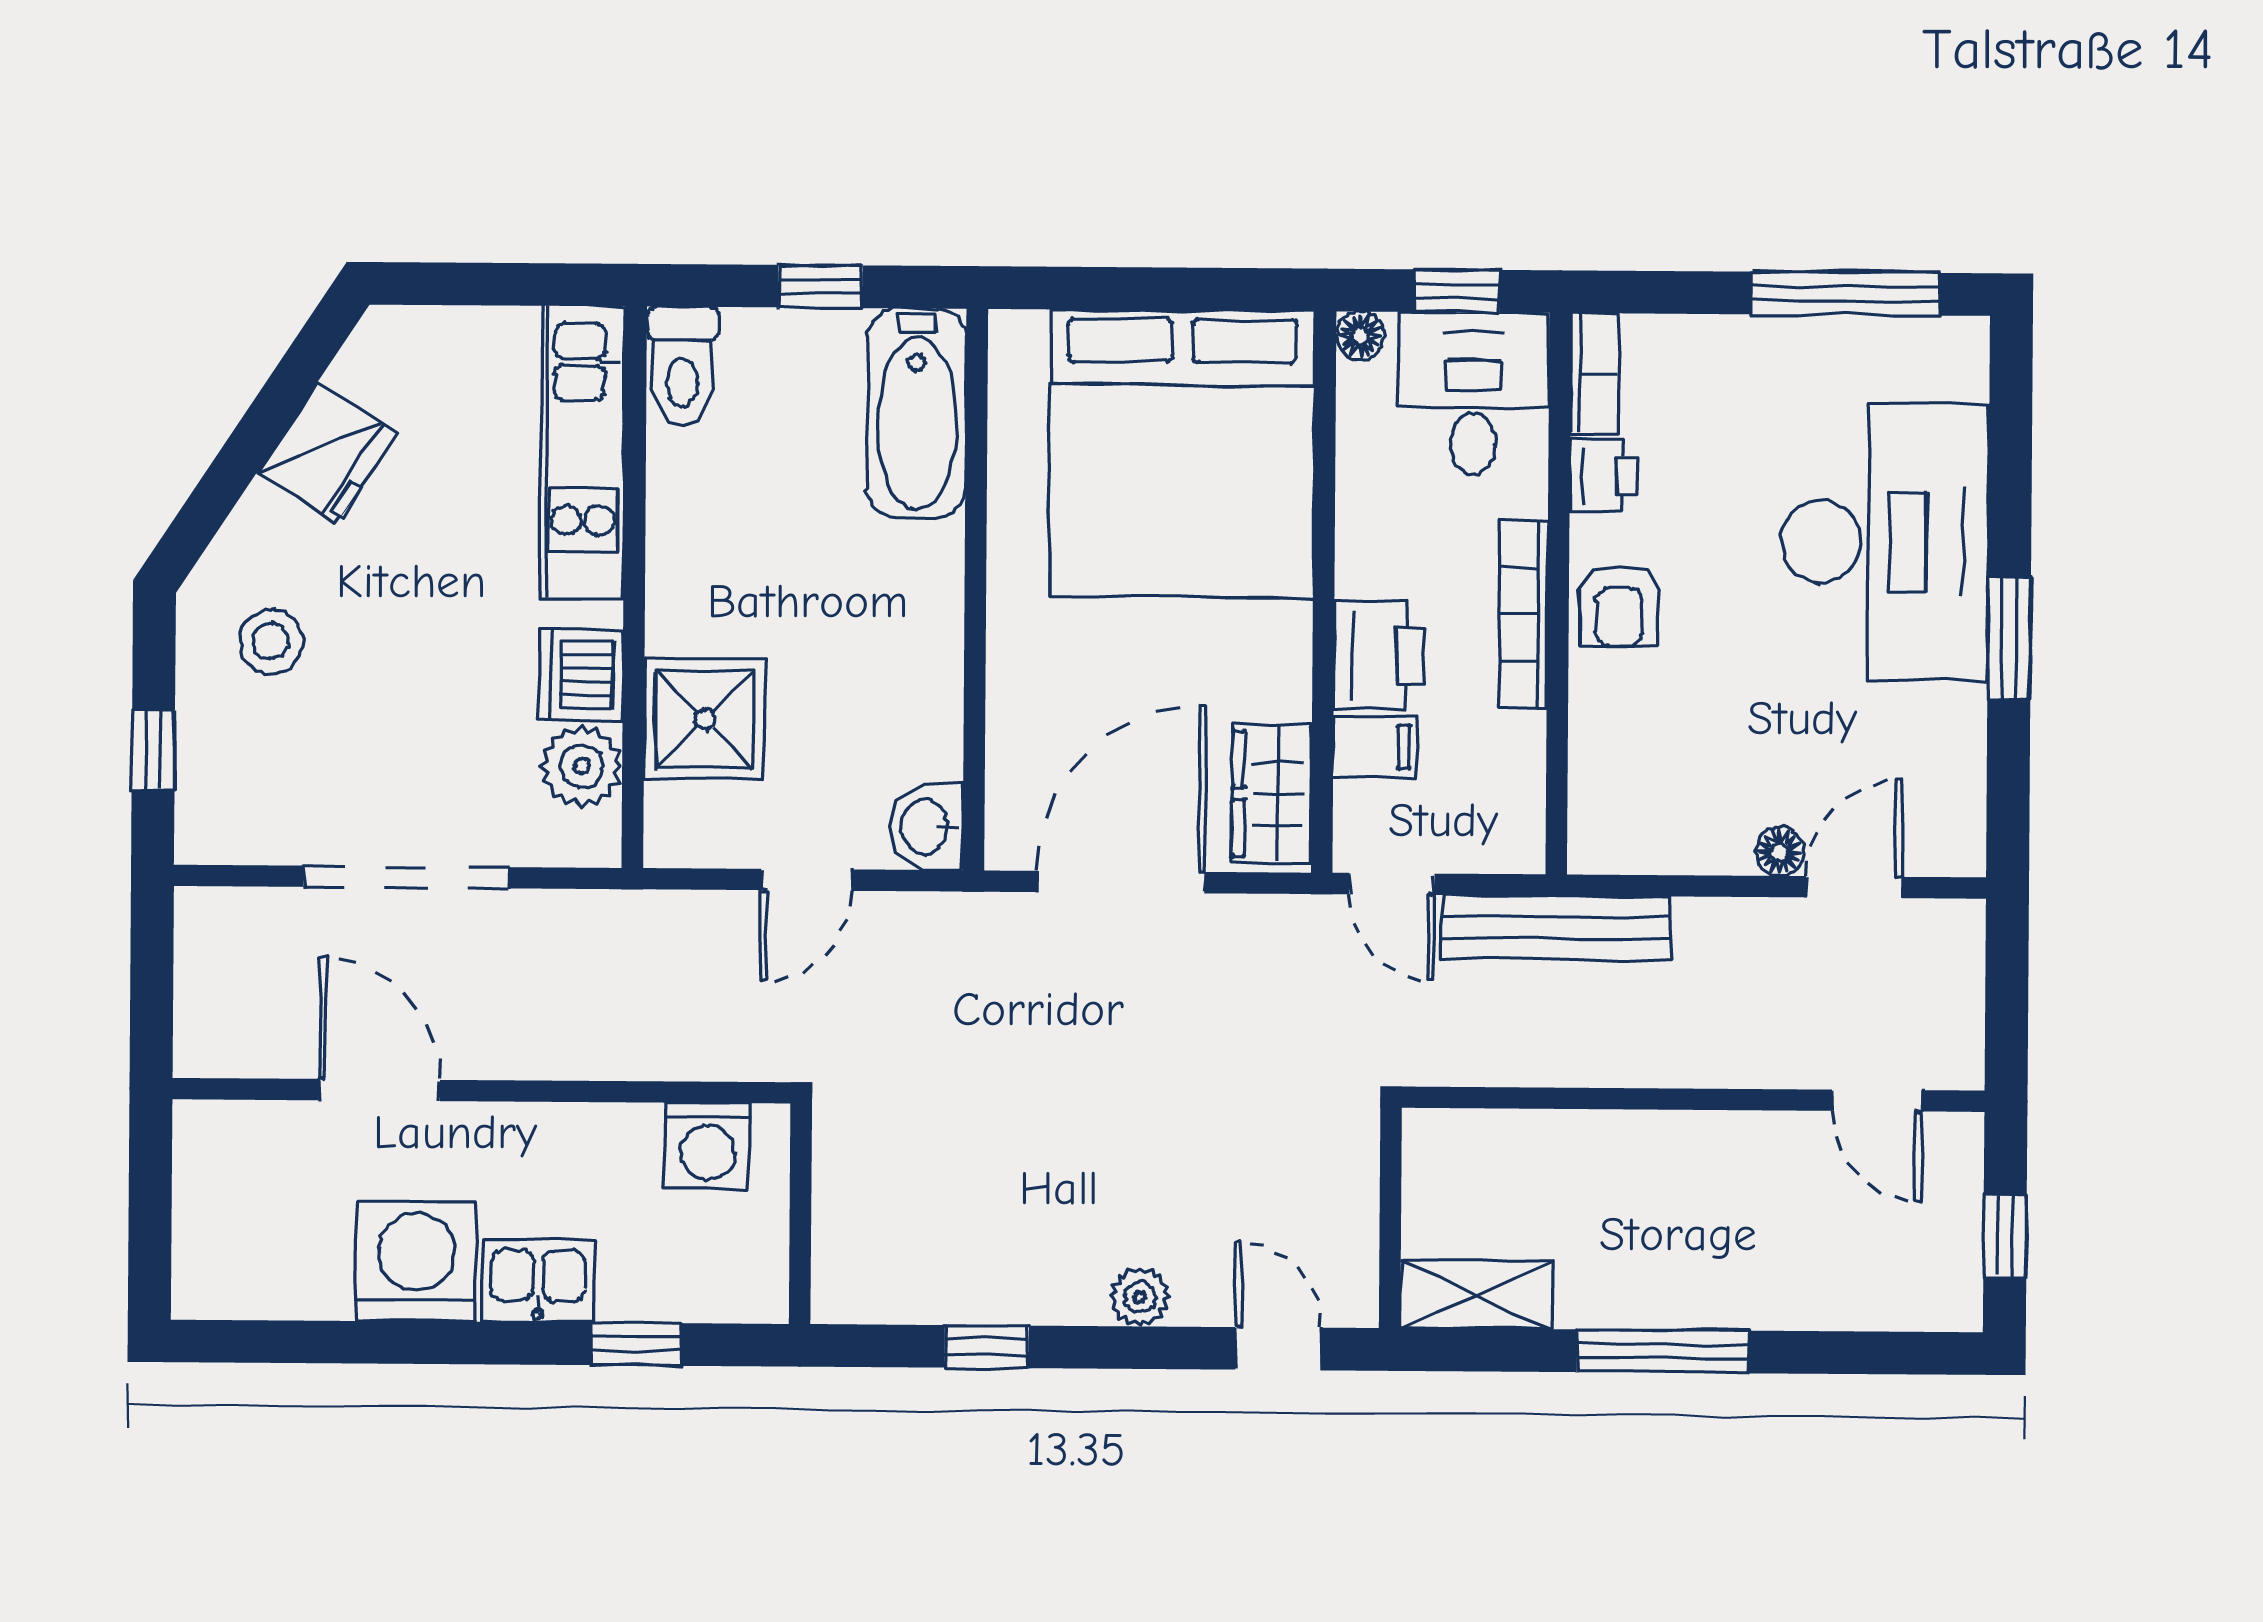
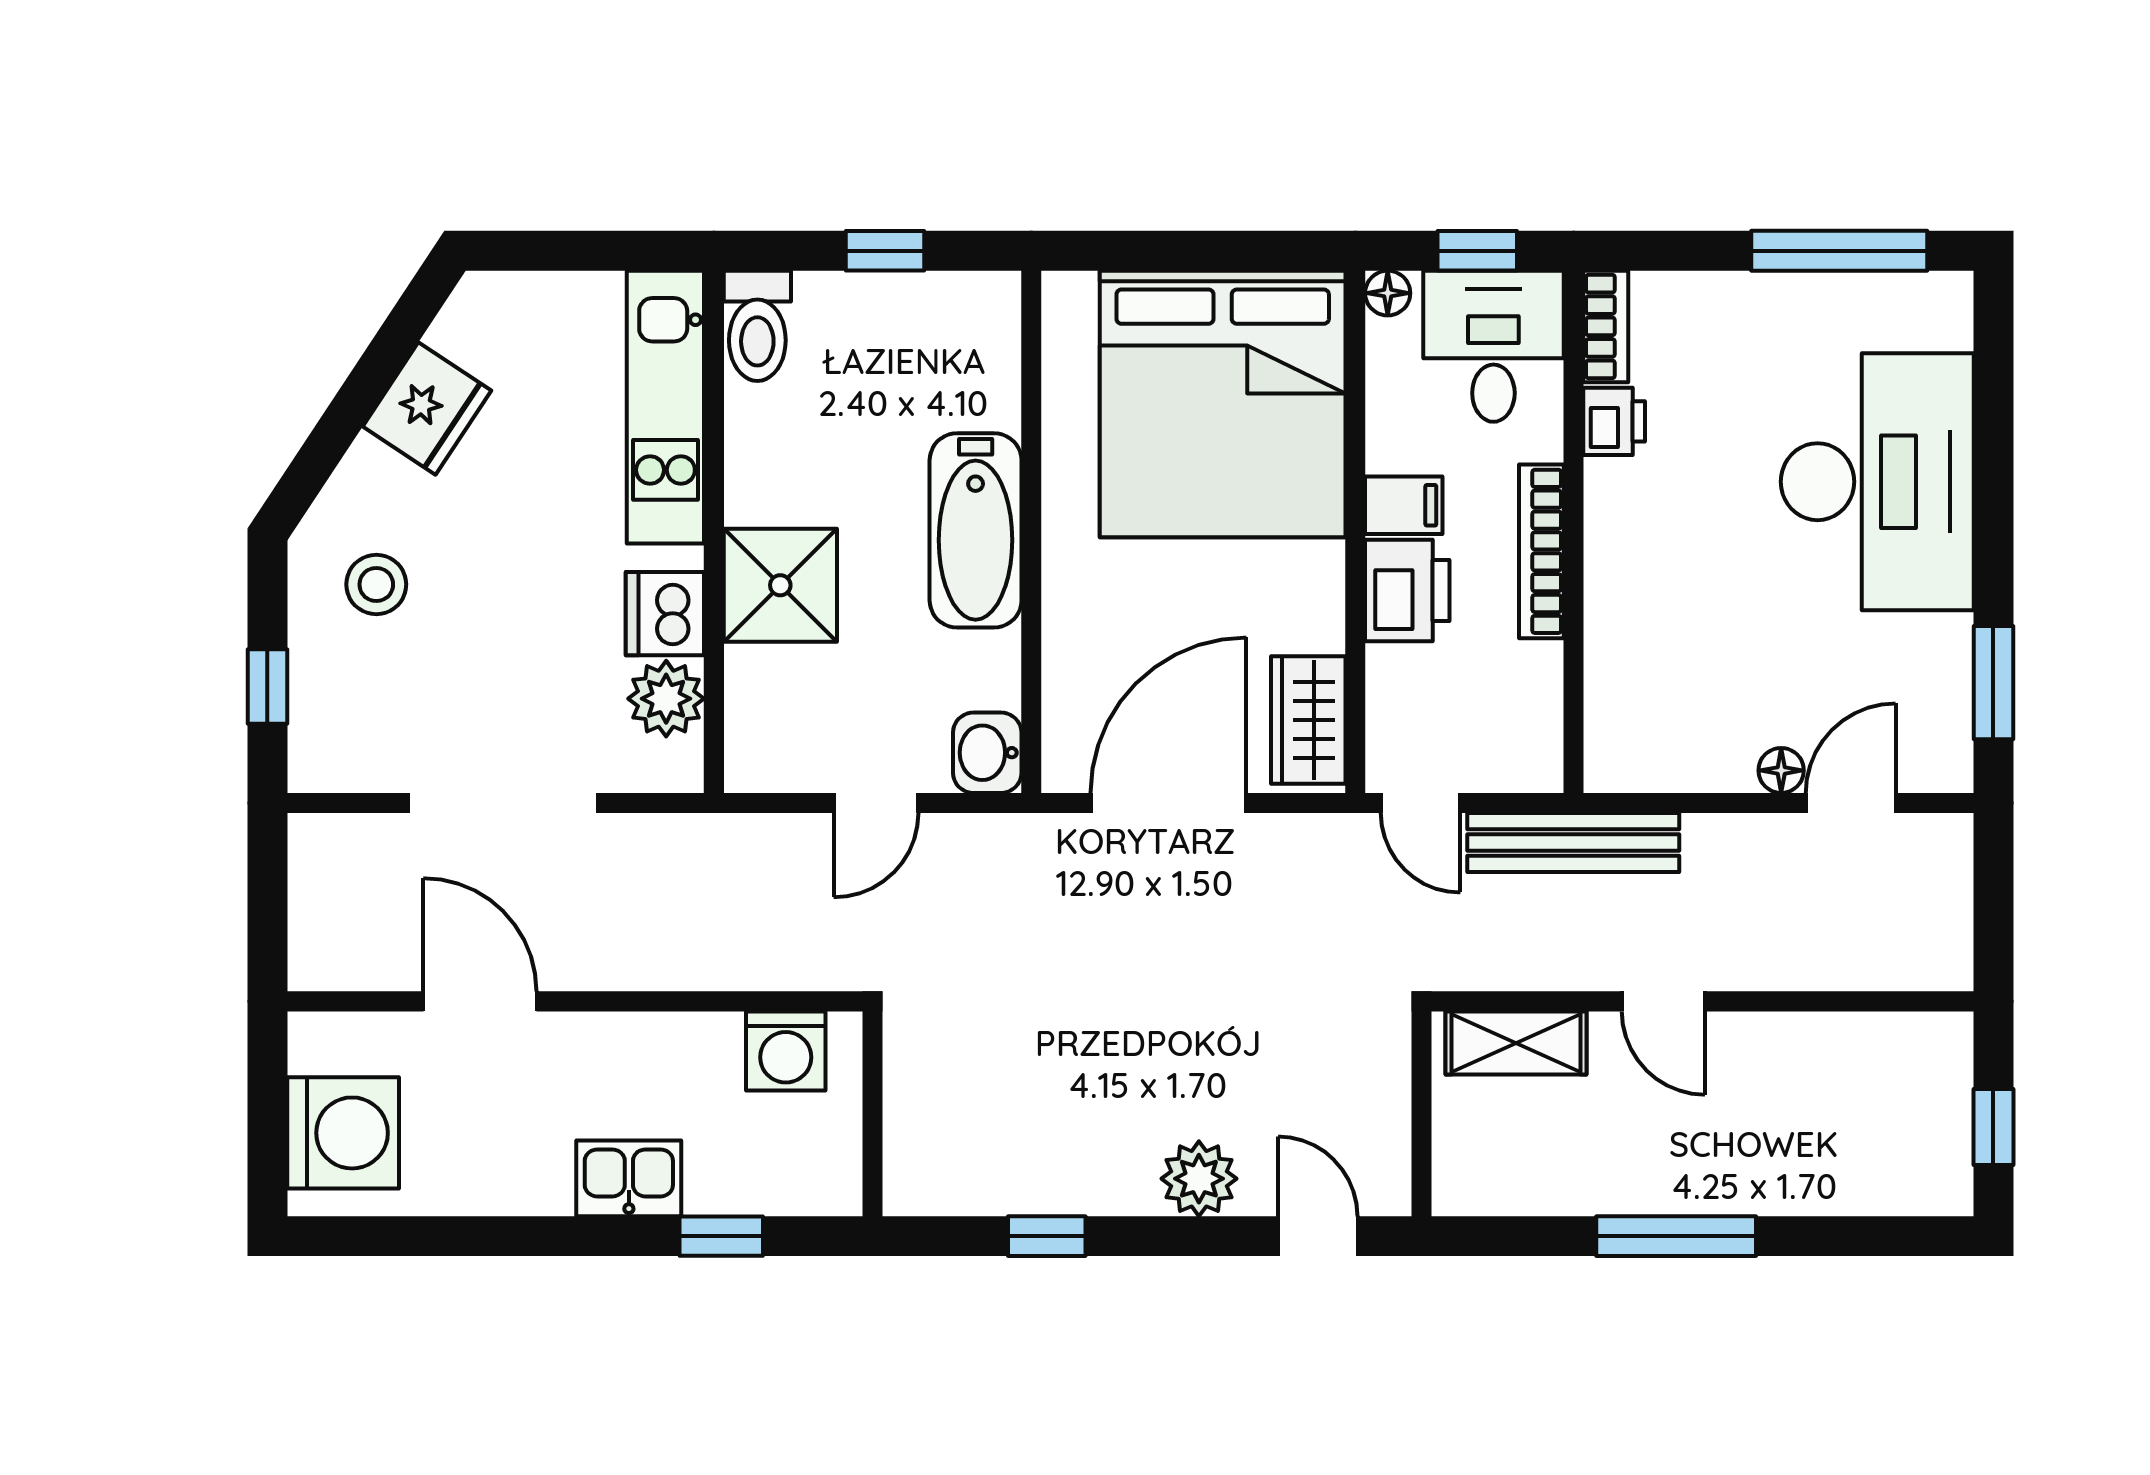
bathtub: (917, 413) -> (976, 530), moved
armchair: (1619, 606) -> (1630, 543), removed
window: (2009, 638) -> (1993, 683), moved
shower: (705, 719) -> (780, 585), moved
filing cabinet: (1375, 747) -> (1404, 505), moved
door: (1877, 1101) -> (1663, 1001), moved
washing machine: (416, 1261) -> (343, 1133), moved, turned 90
shelving: (1476, 1295) -> (1516, 1043), moved
plant: (1140, 1297) -> (1199, 1179), width x1.38, depth x1.38

